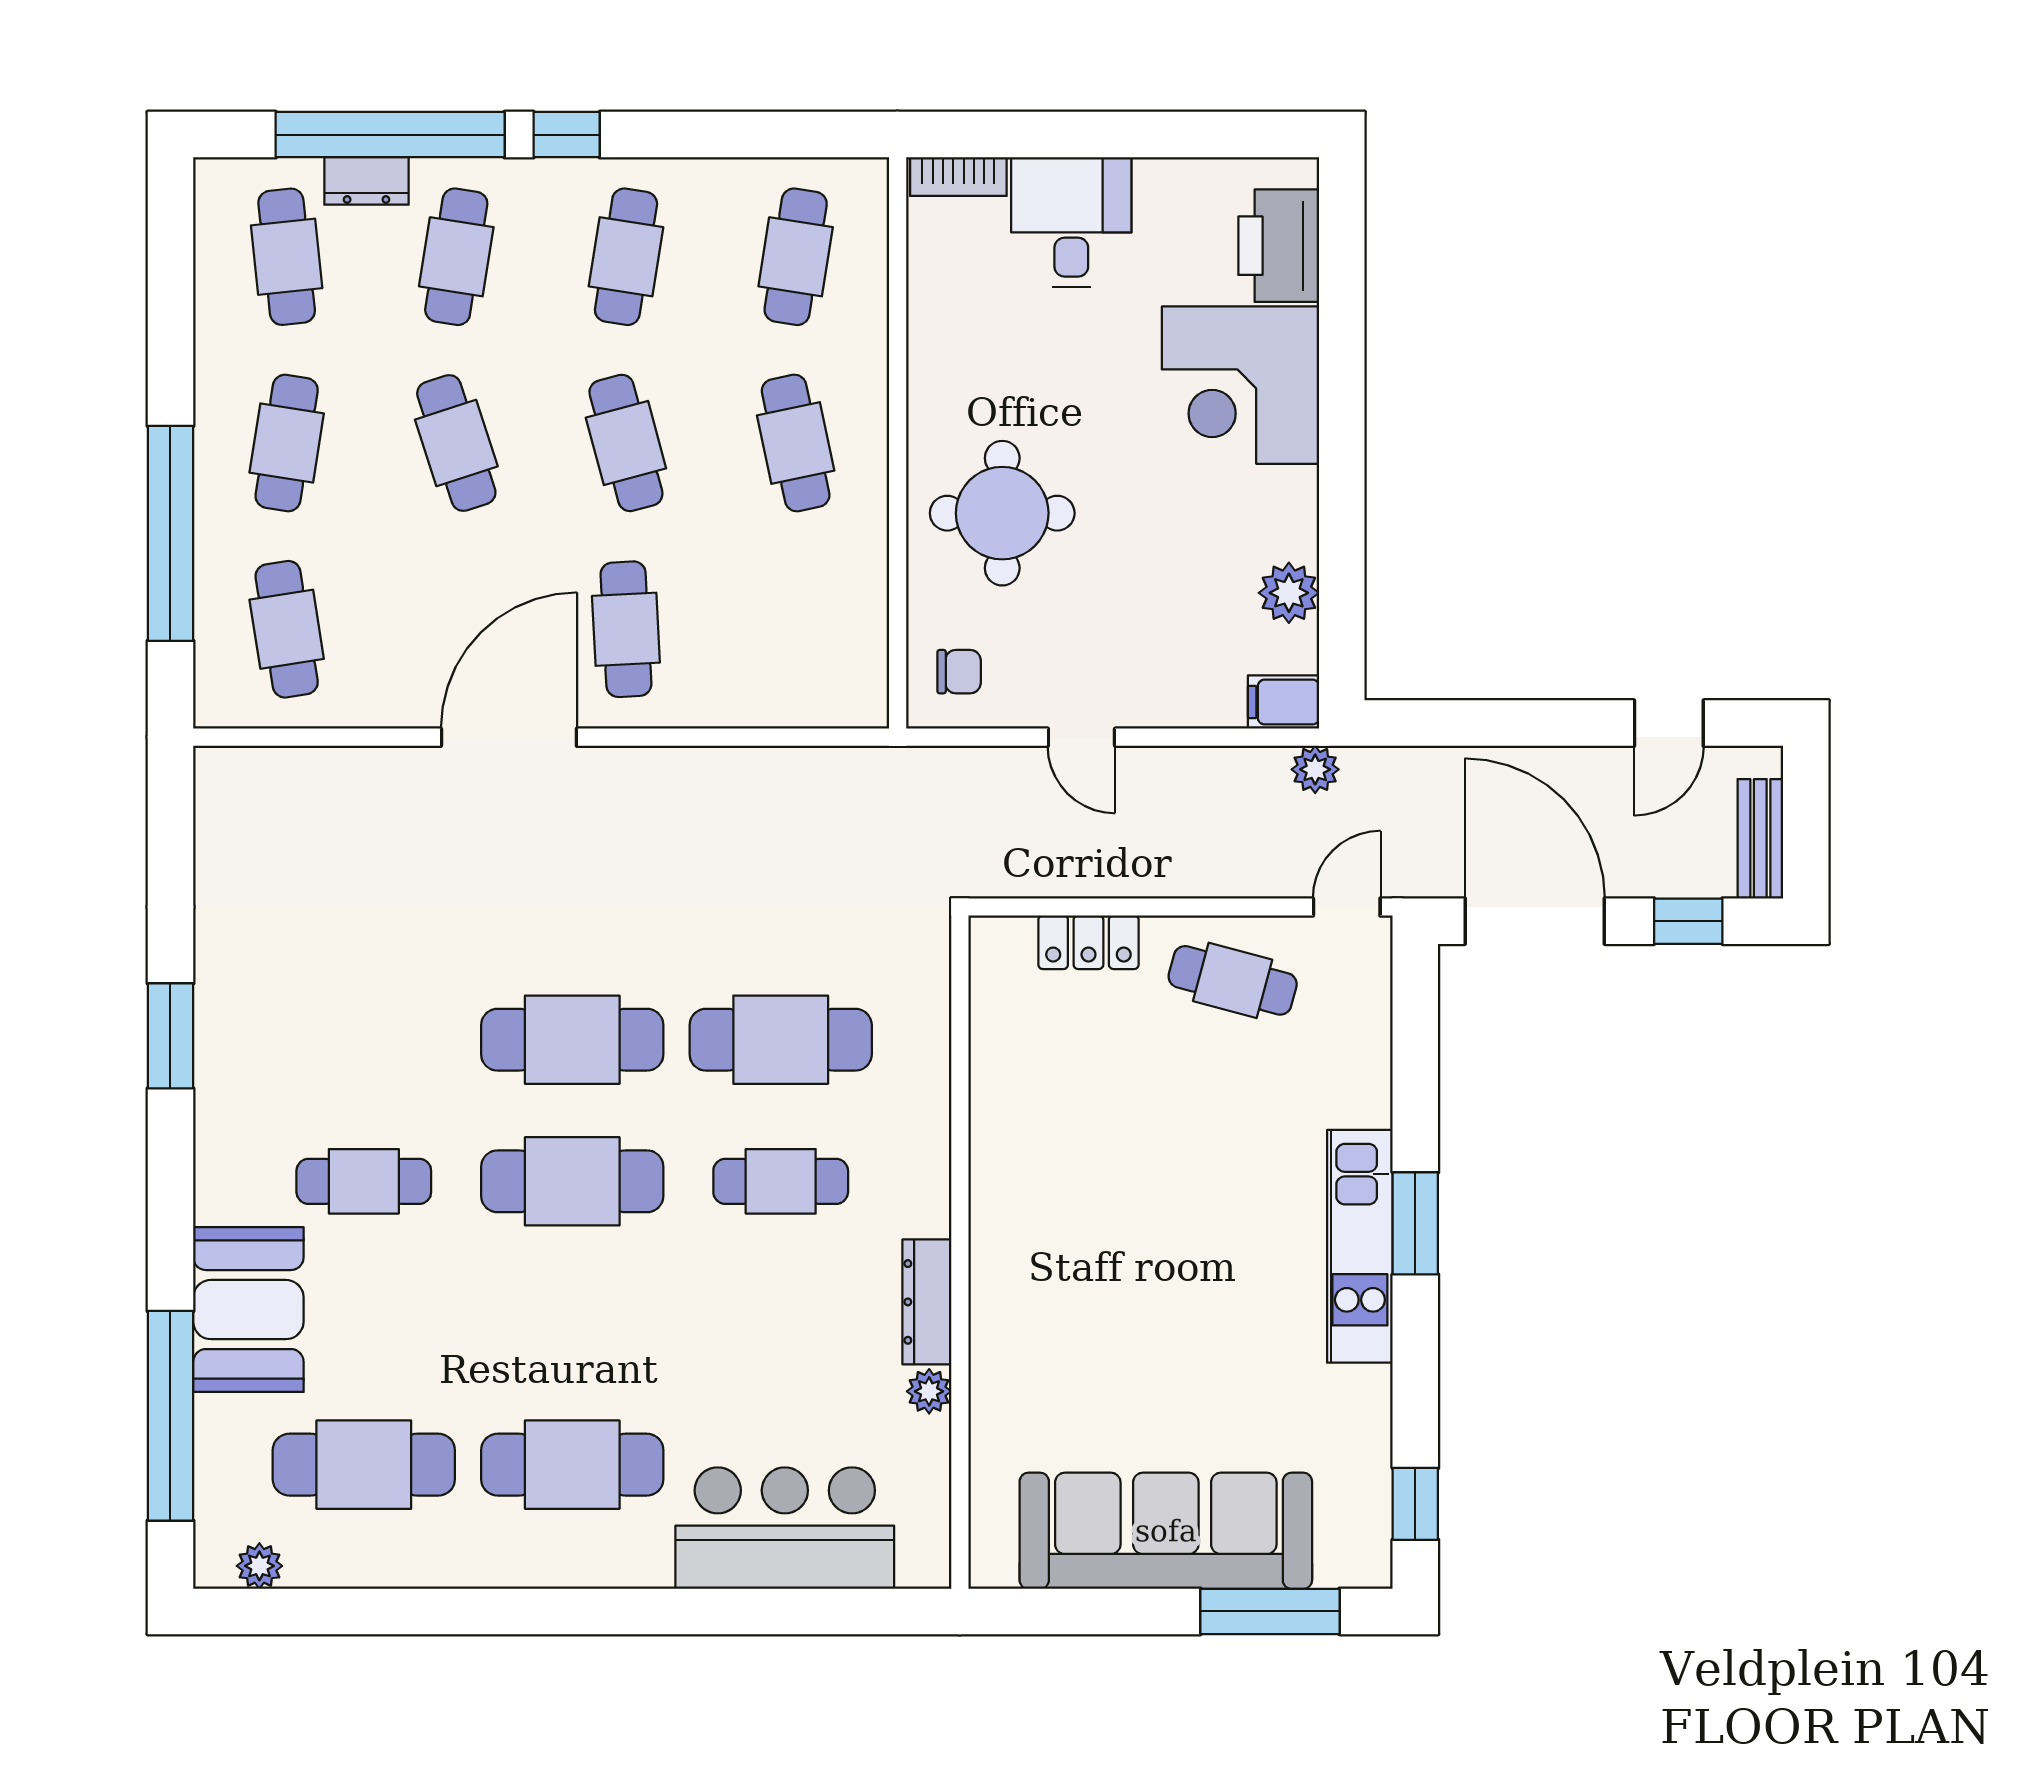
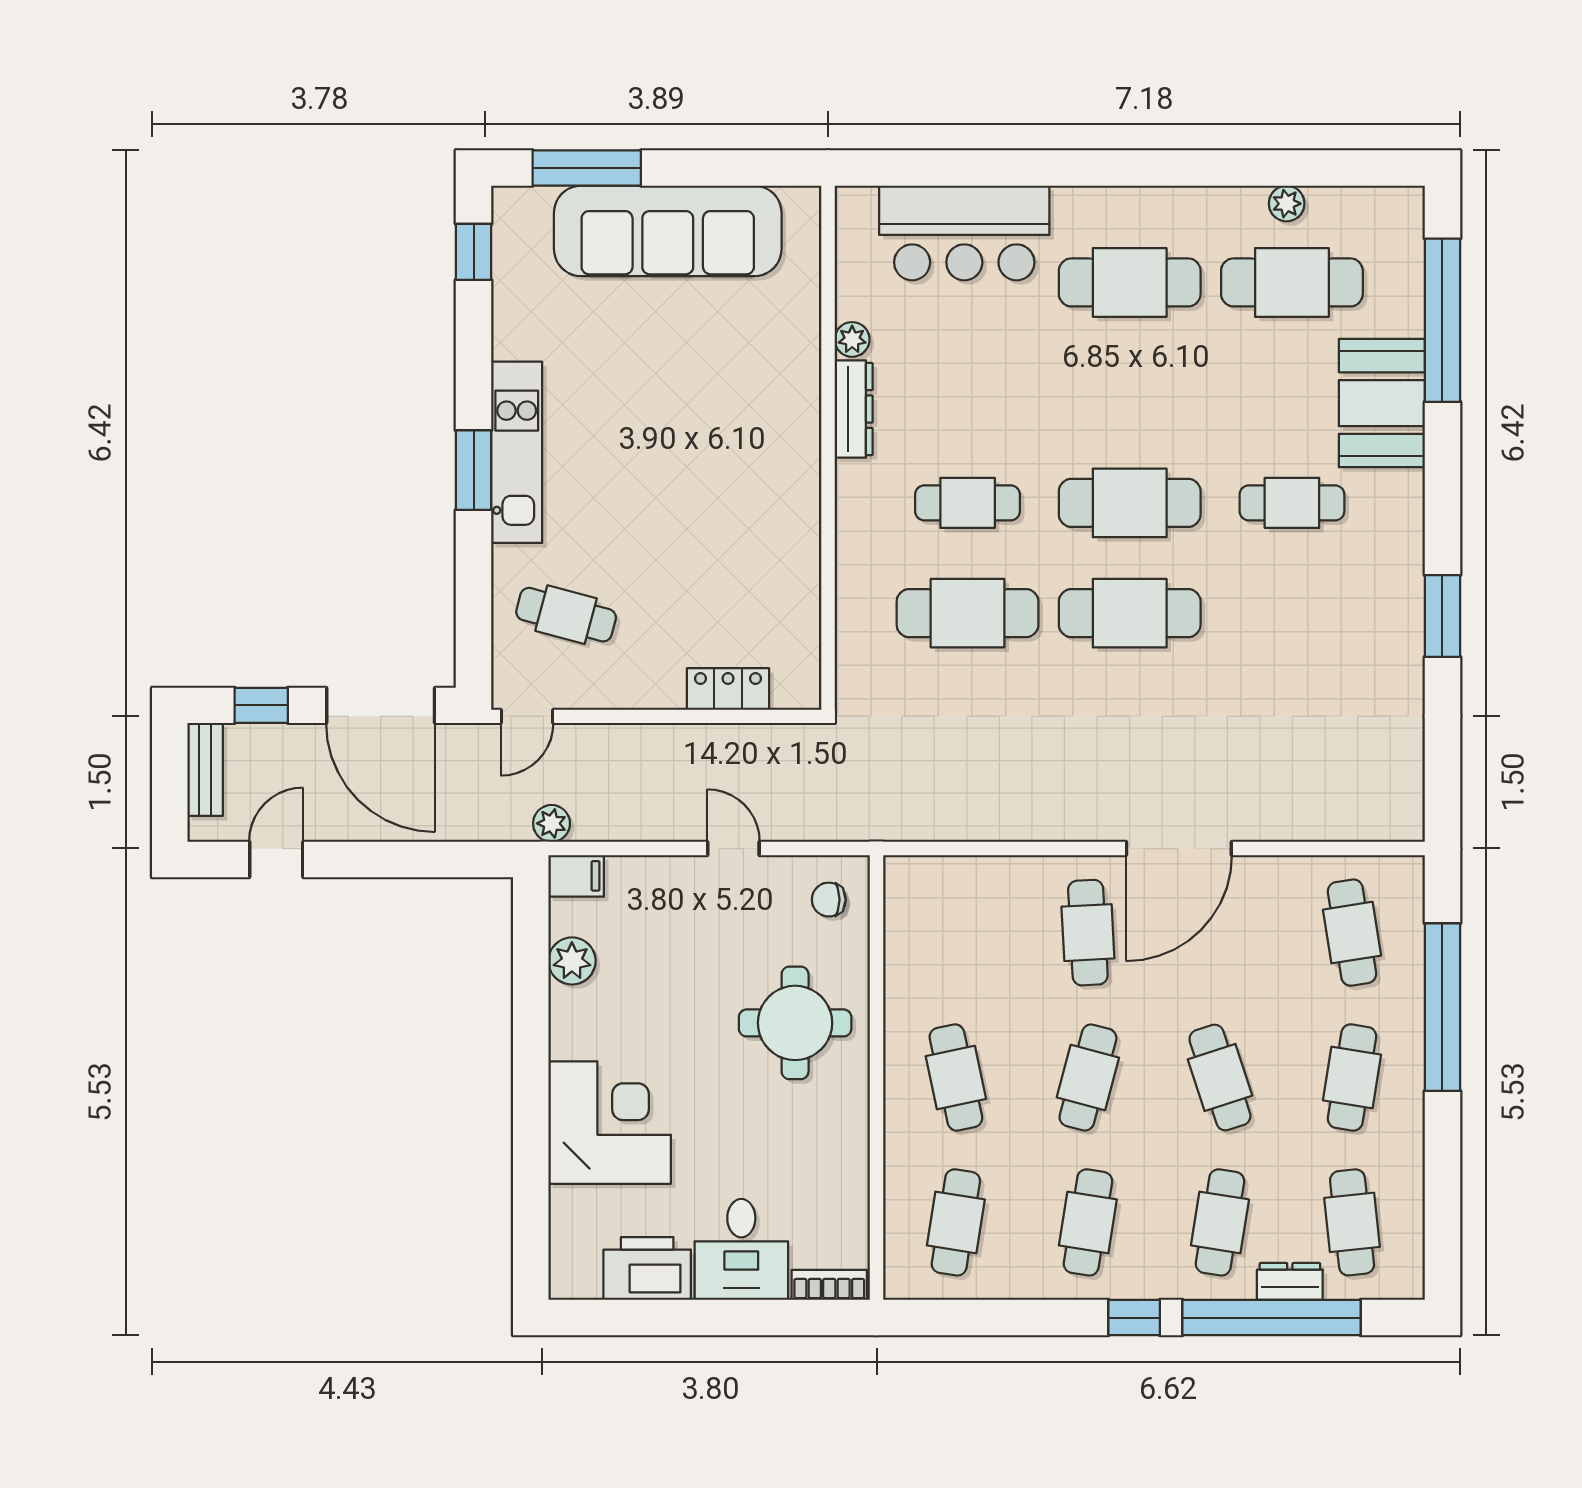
printer: (1279, 246) -> (647, 1268), moved, turned -90
cafe table: (626, 443) -> (1088, 1078), turned 30
cafe table: (1233, 980) -> (566, 615), moved
plant: (259, 1566) -> (1287, 204), moved

